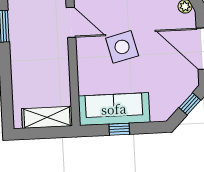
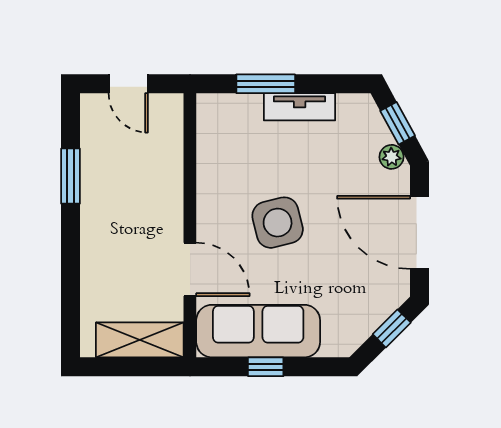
door: (71, 22) -> (190, 269), moved

